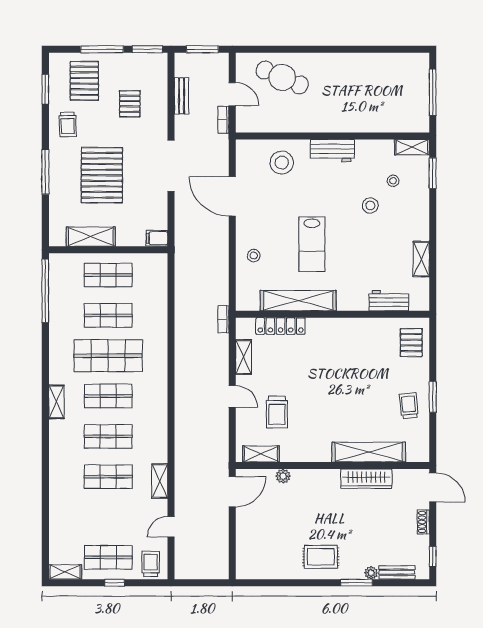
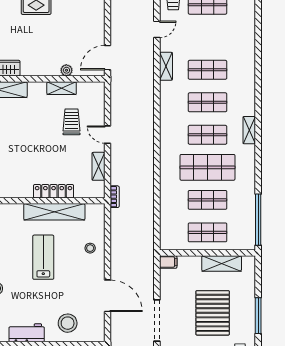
locker: (281, 326) -> (54, 191), moved
shelving: (261, 454) -> (62, 88), moved

